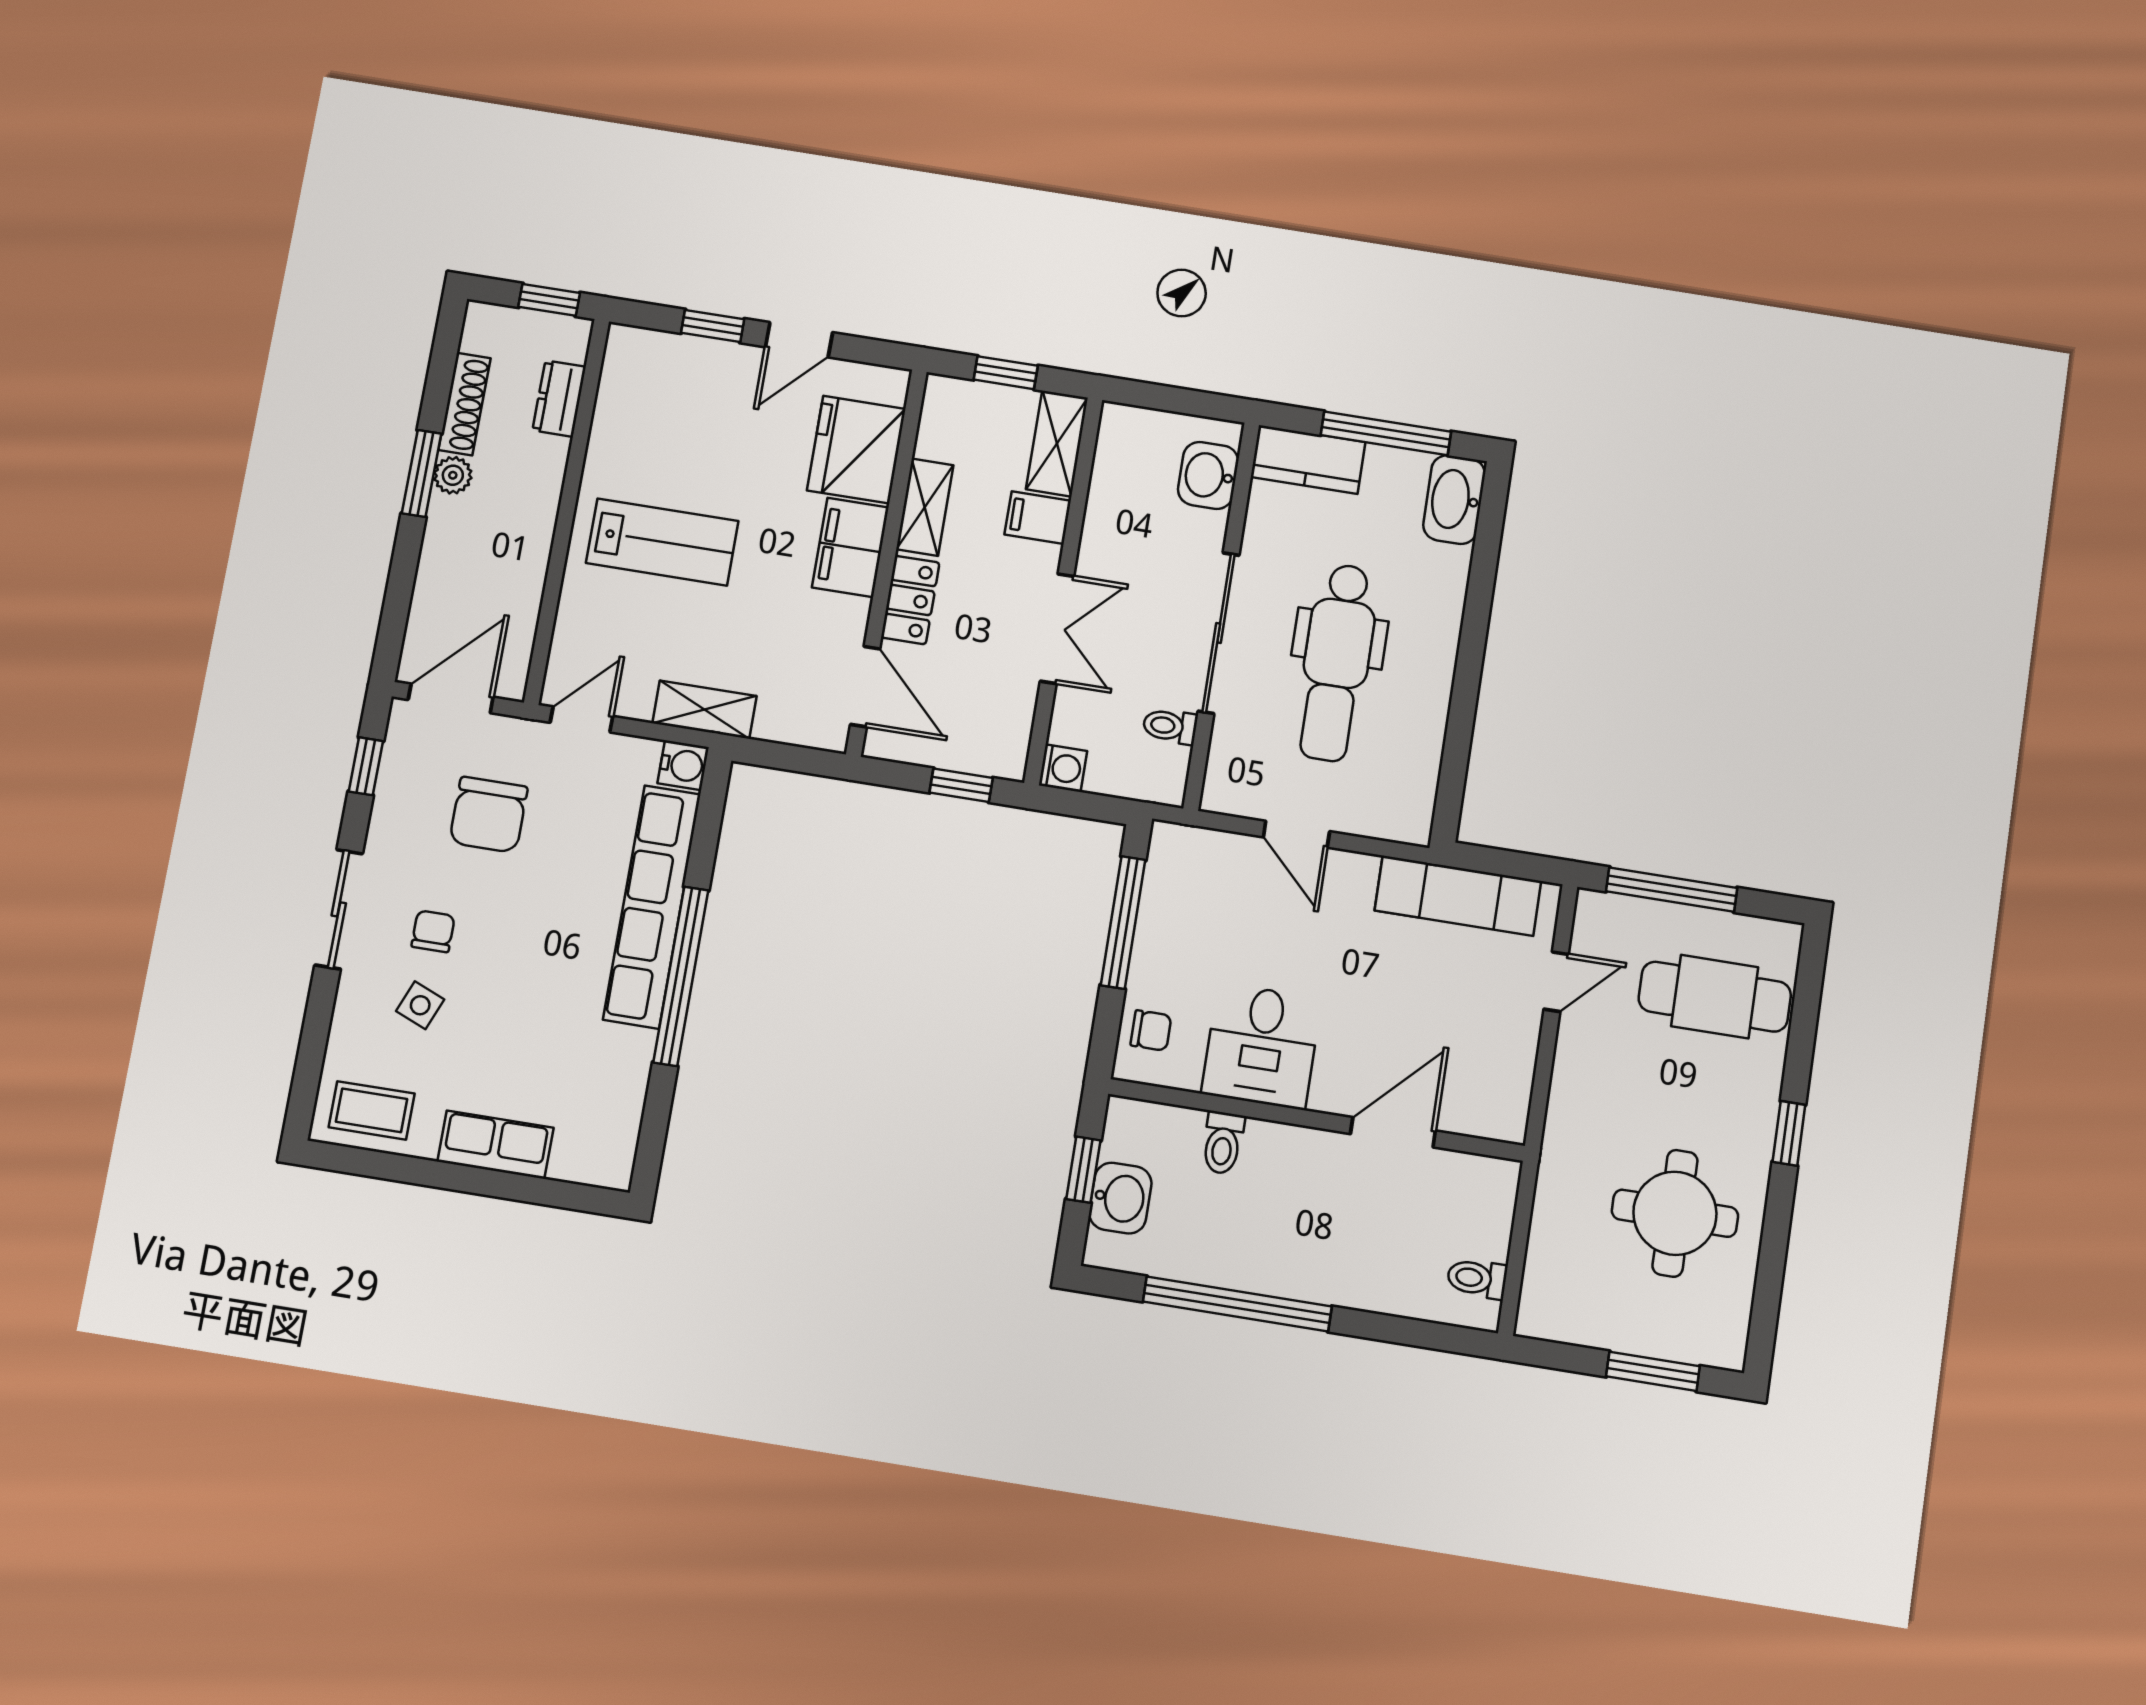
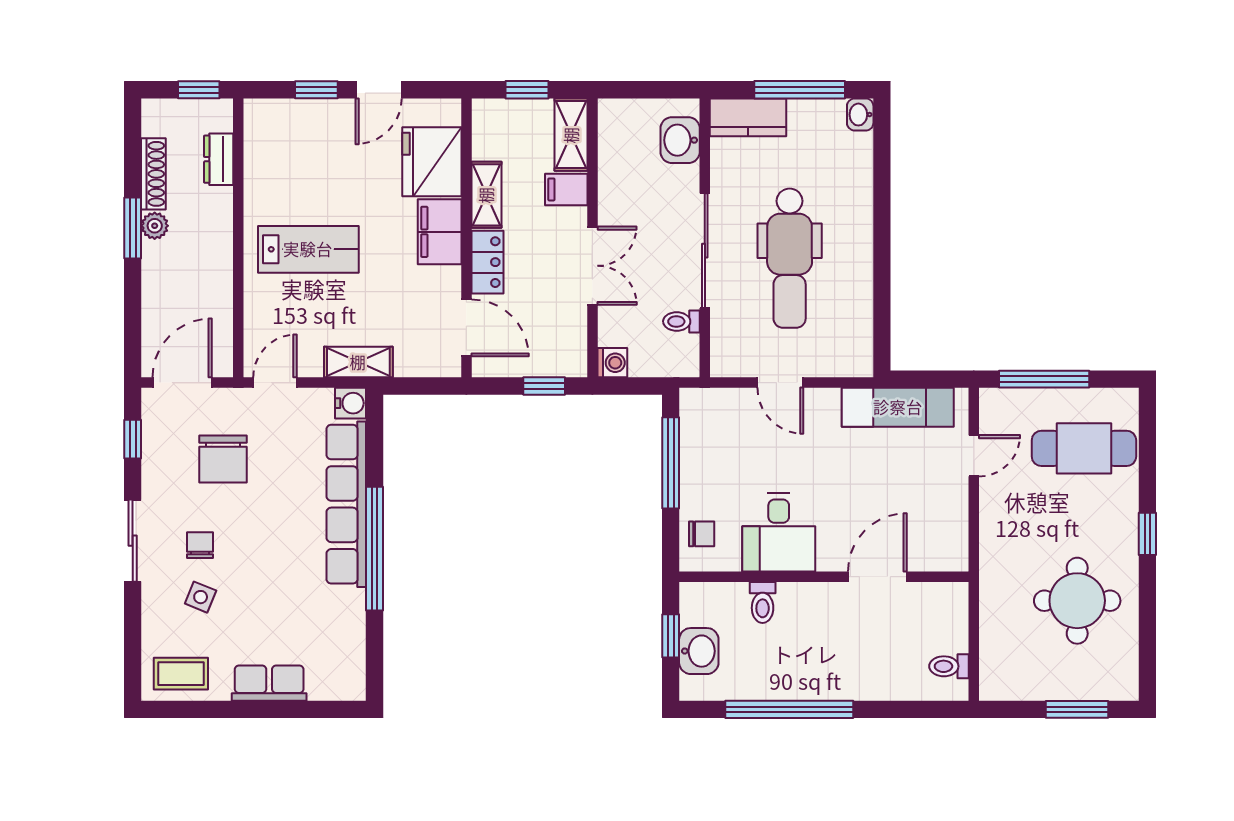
washbasin: (1454, 500) -> (860, 115), width x0.52, depth x0.69

